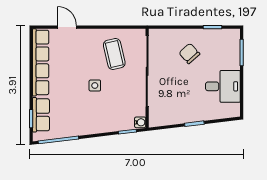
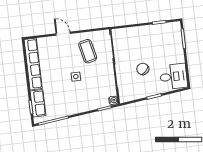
door: (67, 27) -> (63, 34), moved
chair: (189, 54) -> (143, 69), moved
desk: (223, 86) -> (173, 76), moved

